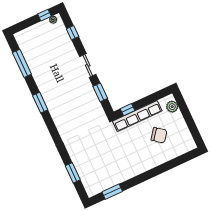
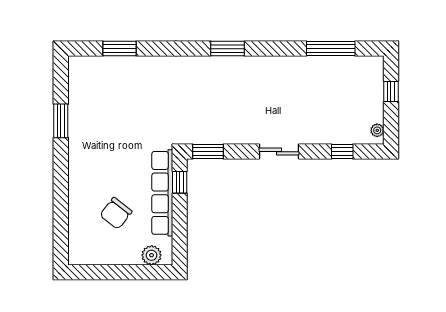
window: (44, 15) -> (391, 92), moved
window: (100, 92) -> (208, 152), moved
window: (40, 103) -> (228, 49), moved
window: (112, 192) -> (61, 121), moved

